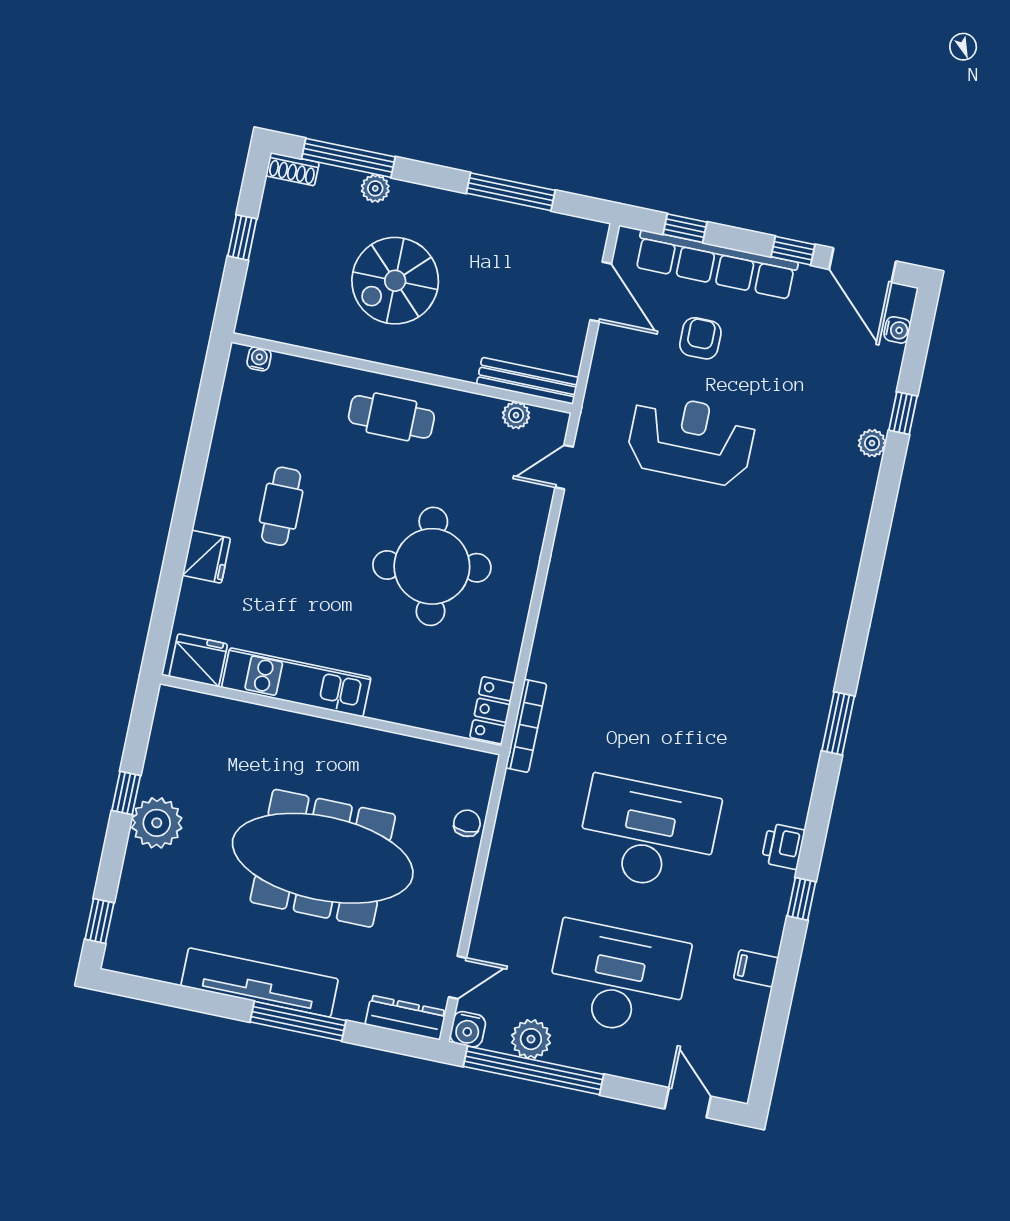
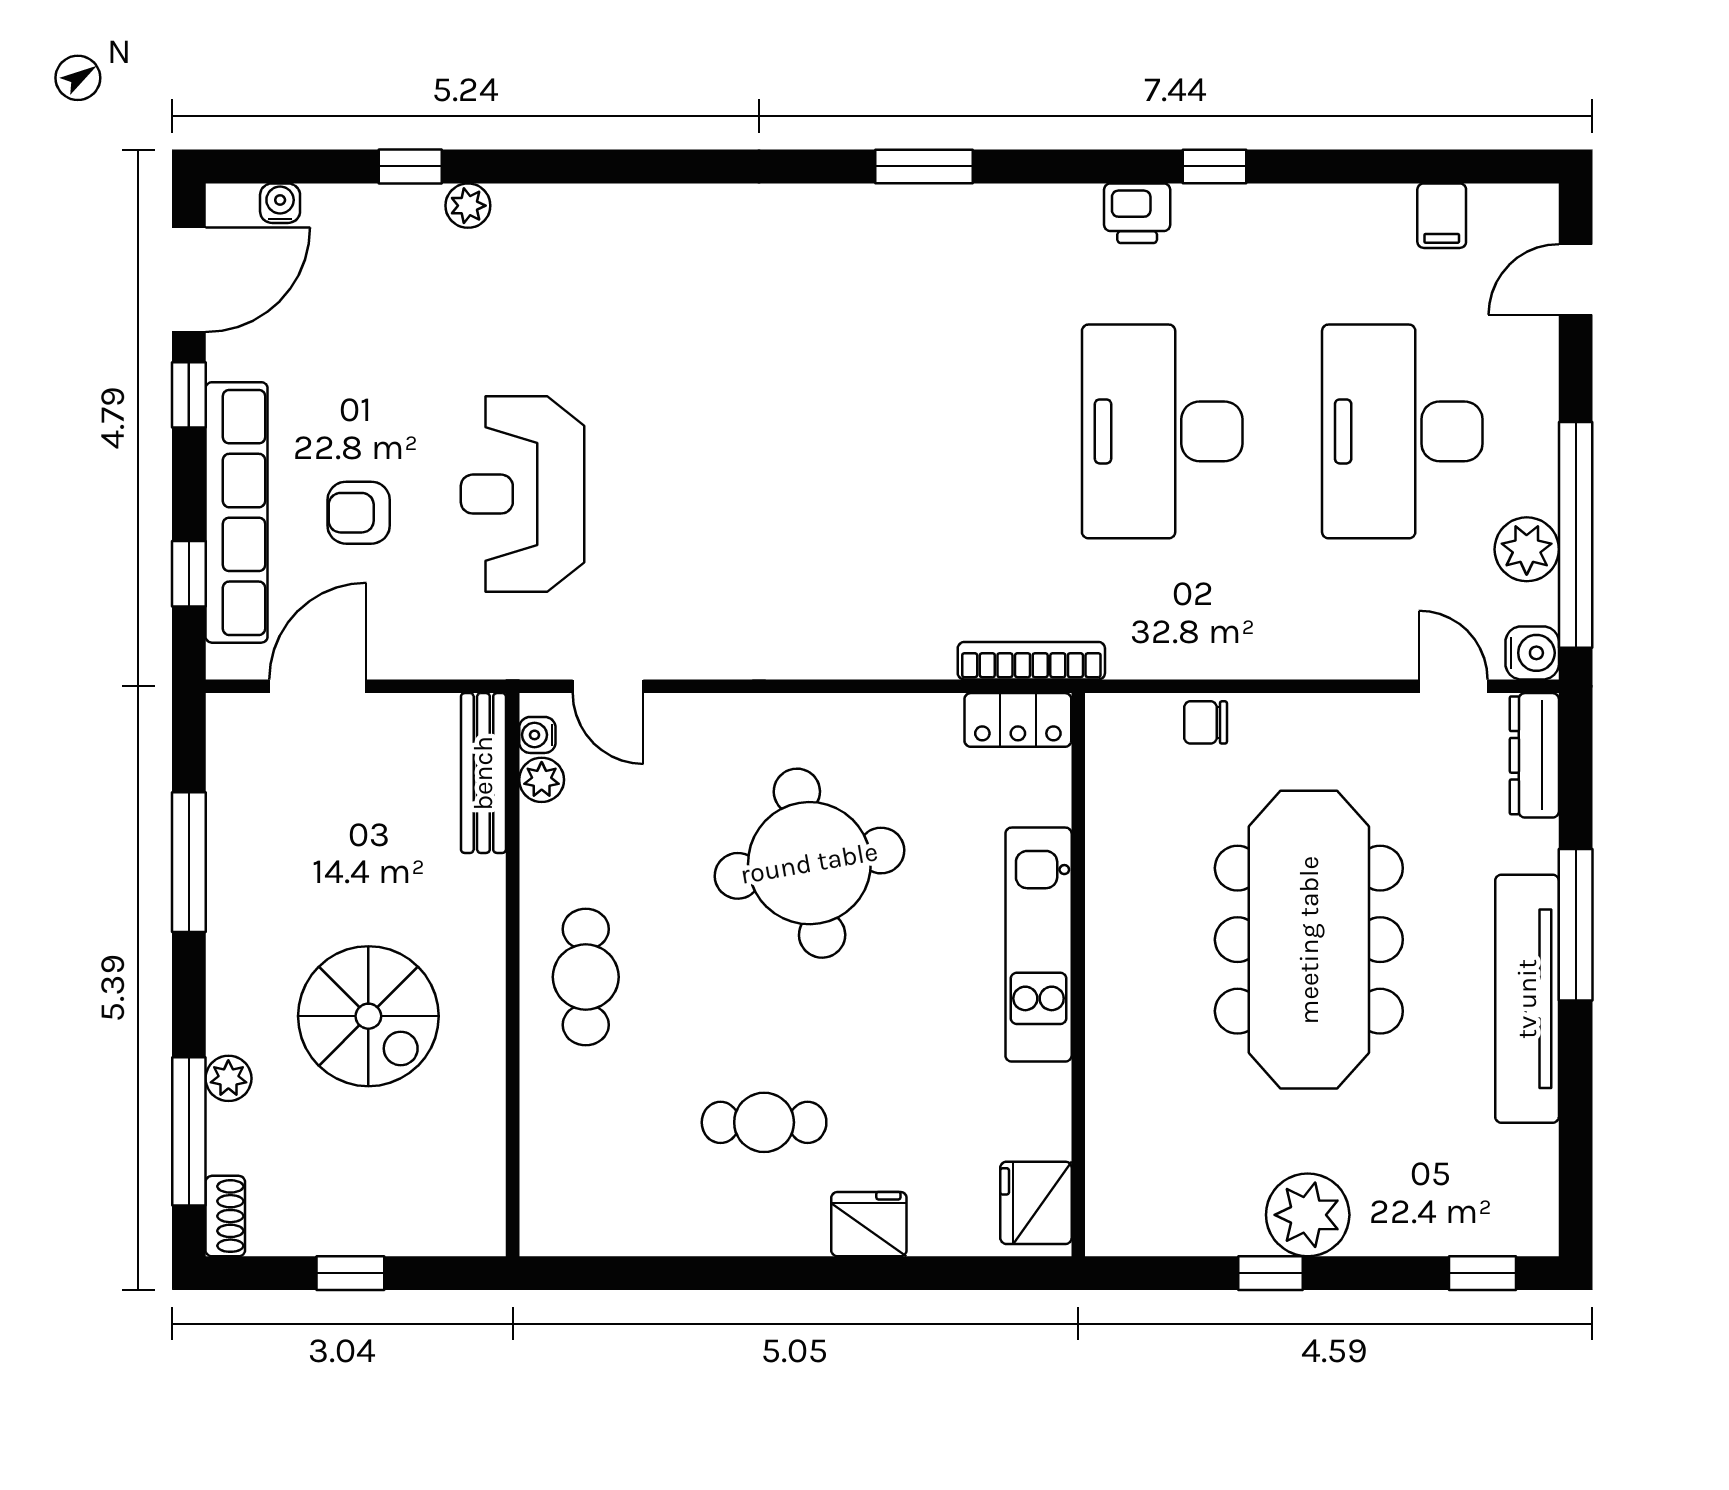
water cooler: (259, 359) -> (537, 735), moved
kitchen unit: (296, 682) -> (1039, 945), moved
filing cabinet: (756, 968) -> (1442, 216), moved

